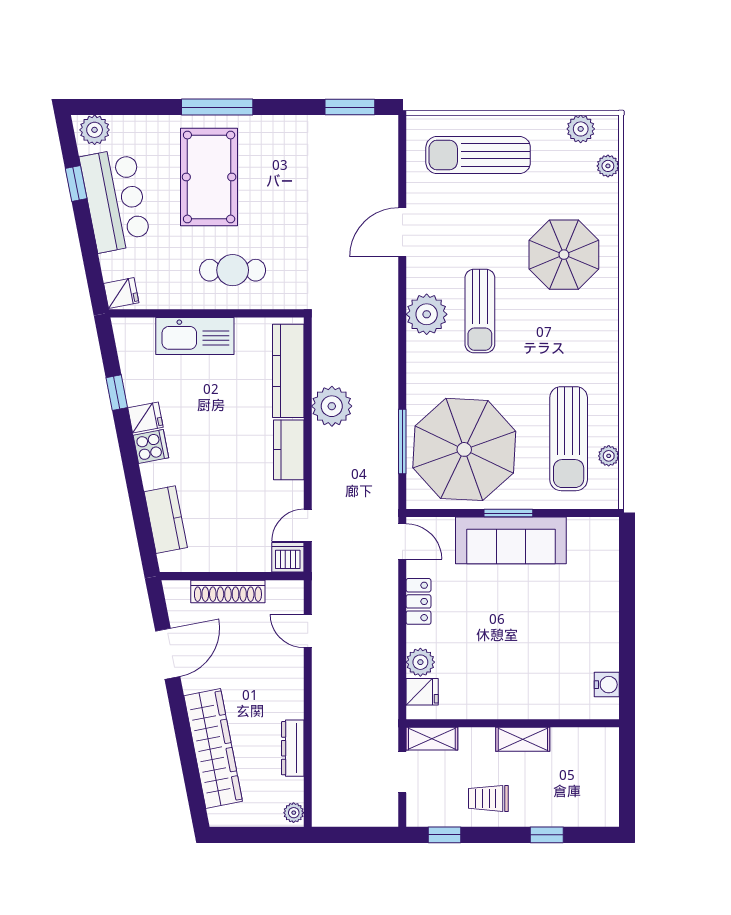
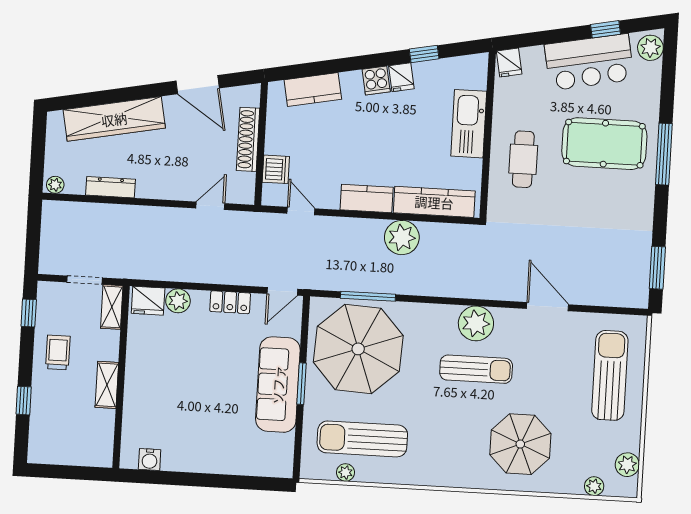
sun lounger: (480, 311) -> (476, 369), turned 180
dishwasher: (288, 557) -> (276, 169), moved
fridge: (422, 692) -> (148, 301), width x1.38

